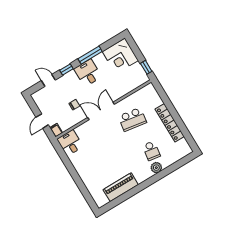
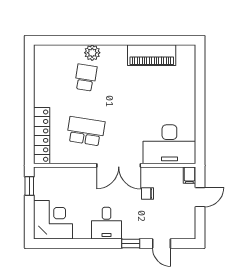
window: (90, 55) -> (90, 244), removed
locker: (170, 123) -> (42, 136), moved
desk: (70, 143) -> (169, 144), width x1.87, depth x1.30

